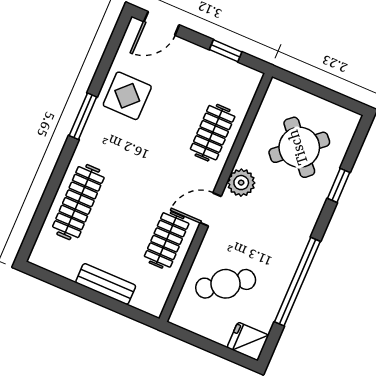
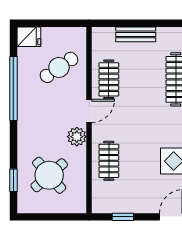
window: (339, 185) -> (13, 180), moved

